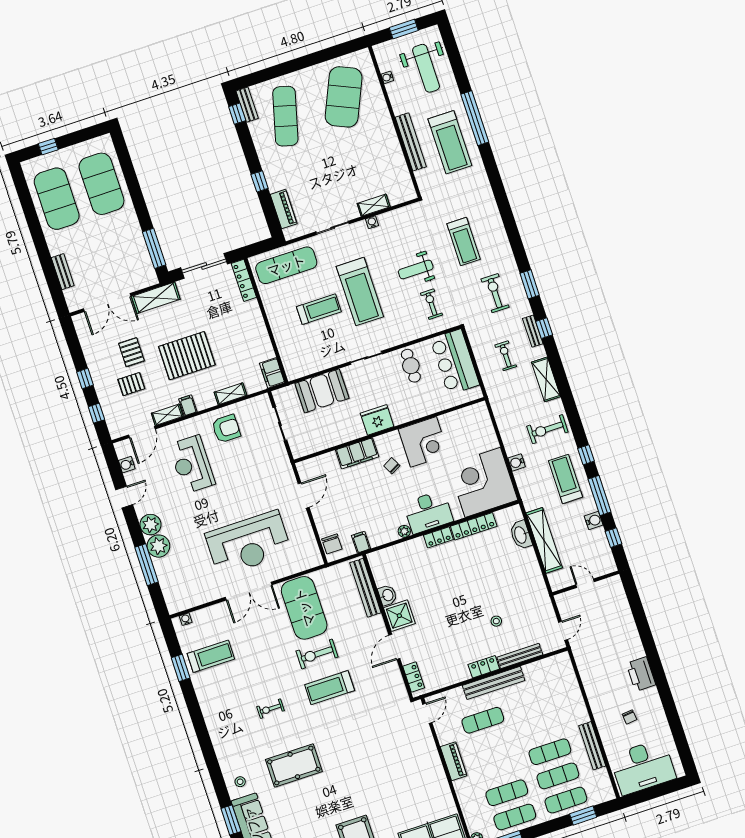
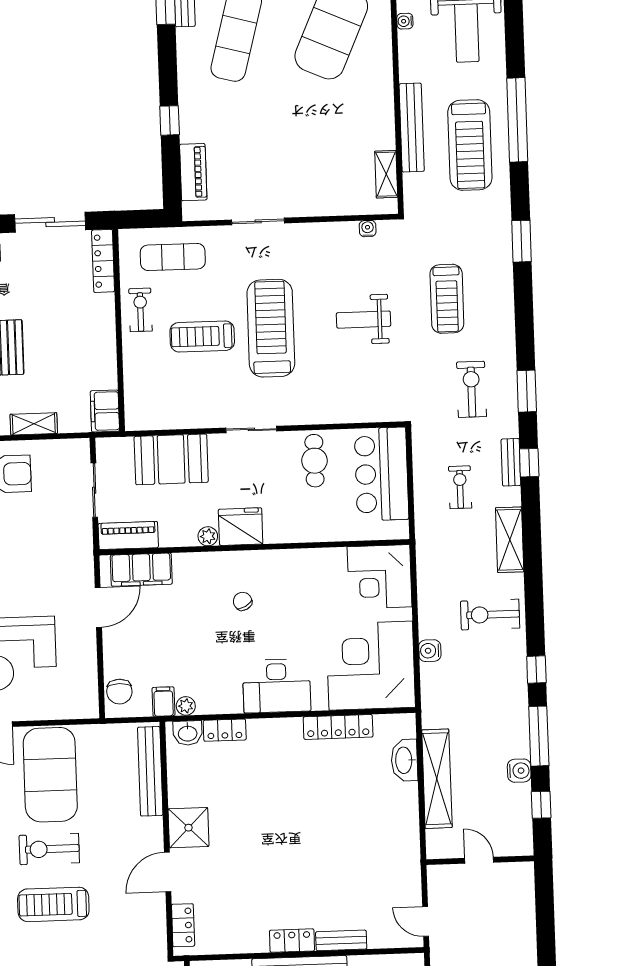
window: (499, 192) -> (521, 241), added
shelving: (374, 205) -> (386, 174), moved, turned 90
water cooler: (372, 222) -> (368, 229), moved
exercise mat: (286, 265) -> (173, 257), width x0.73, depth x0.69
treadmill: (360, 292) -> (271, 328), turned 180
exercise bike: (431, 304) -> (140, 310), moved
treadmill: (319, 309) -> (202, 336), turned 180
plant: (359, 432) -> (208, 536), added
corner desk: (424, 442) -> (380, 577), moved, turned 90
piano: (309, 446) -> (128, 536), added
filing cabinet: (357, 453) -> (141, 570), moved
treadmill: (566, 479) -> (495, 697), removed
plant: (404, 531) -> (186, 706), moved
locker: (438, 537) -> (225, 730), moved
washbasin: (387, 595) -> (188, 733), moved, turned 90
stool: (496, 621) -> (330, 878), removed
door: (563, 631) -> (426, 922), swing flipped
bench: (520, 656) -> (341, 940), width x0.73

